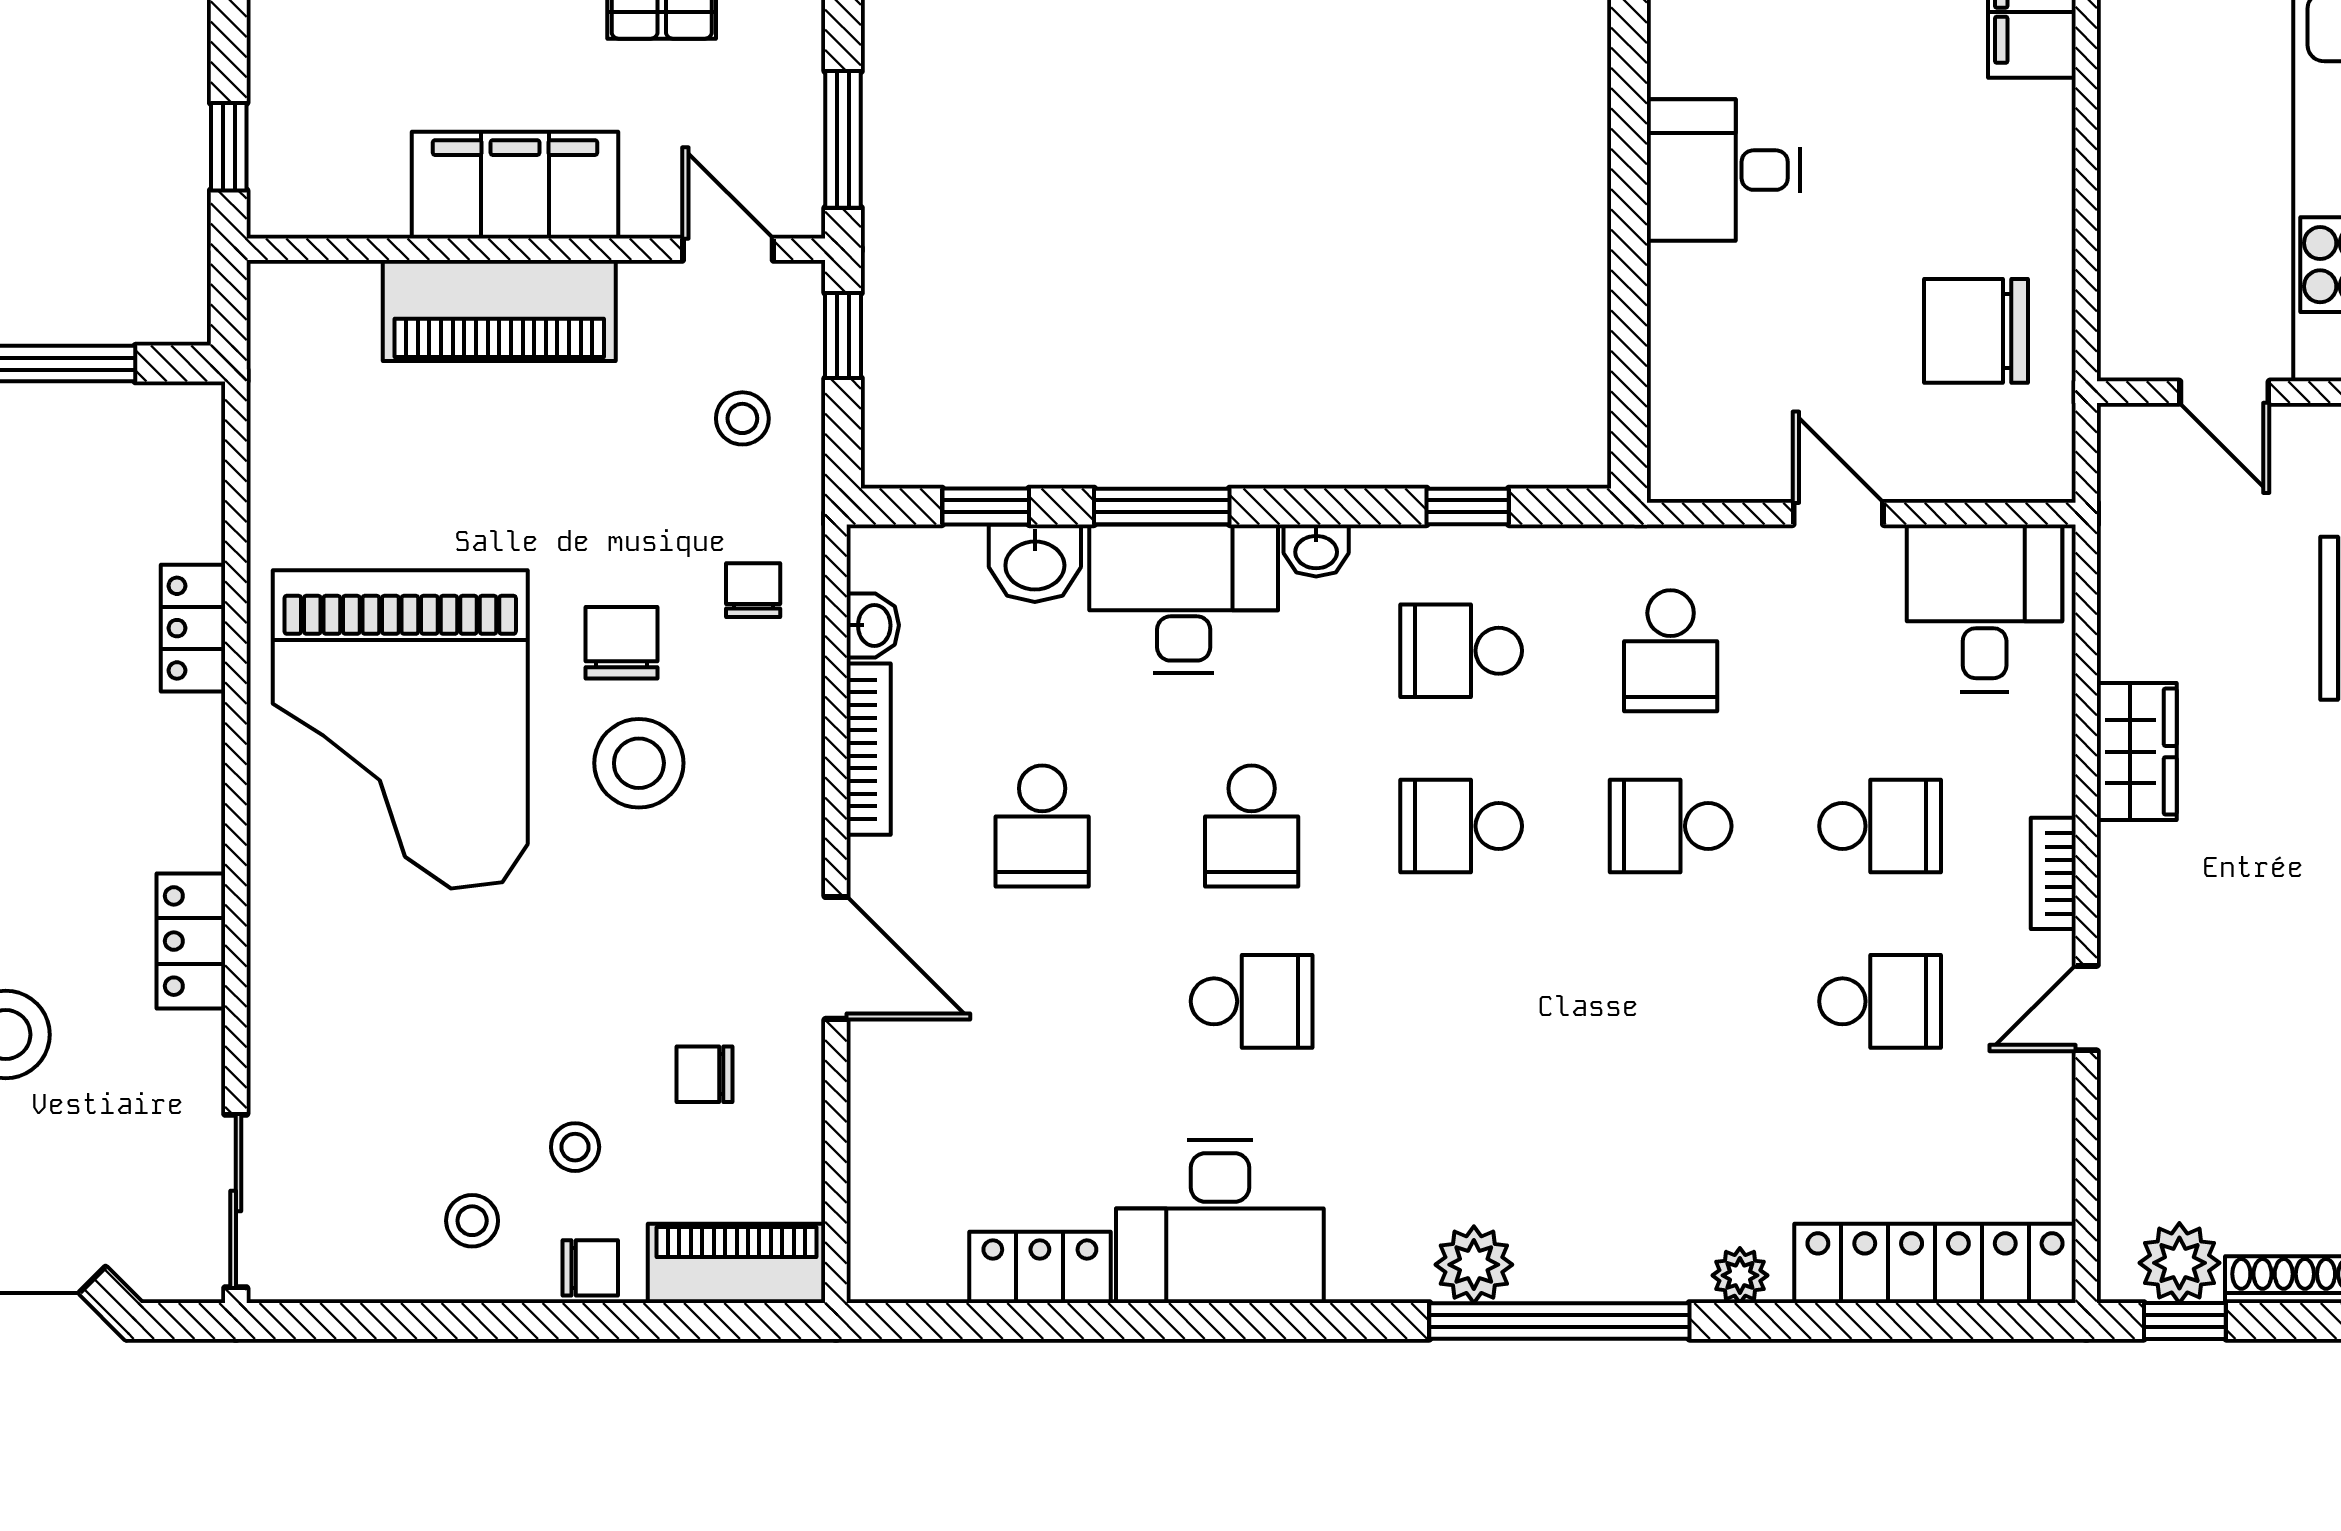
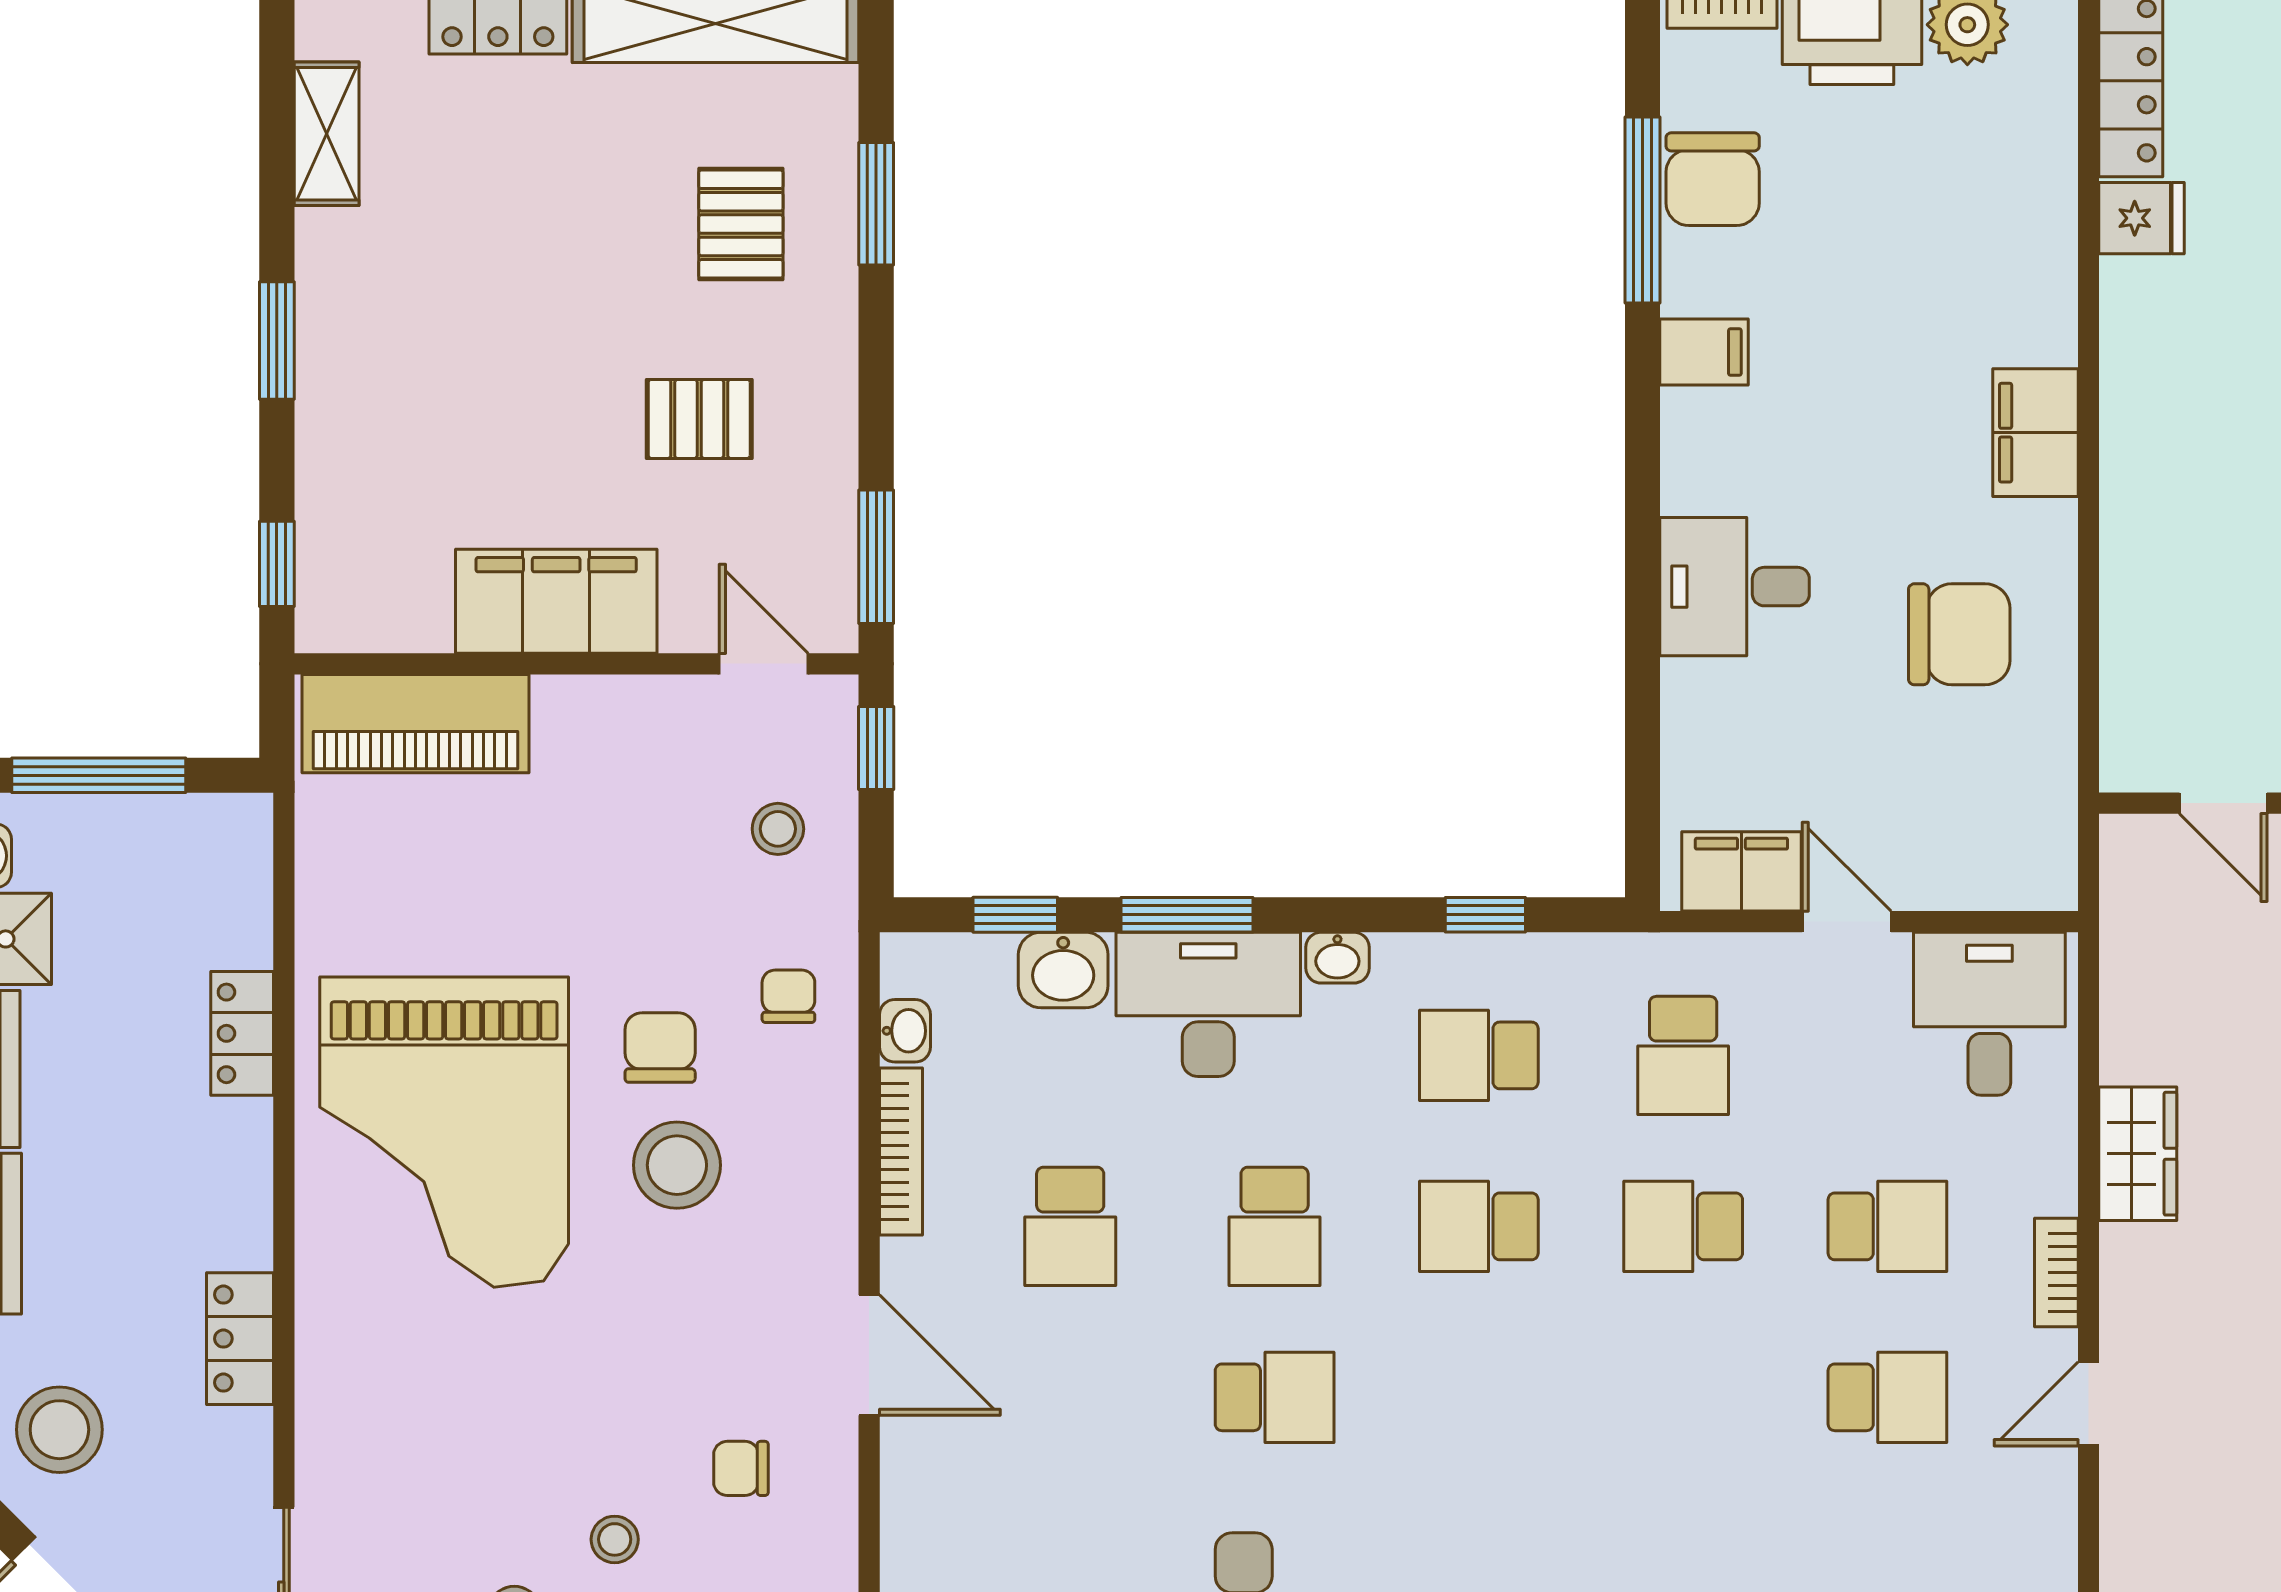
piano: (499, 311) -> (416, 724), moved
chair: (1976, 331) -> (1959, 634), moved, turned 180
filing cabinet: (1730, 462) -> (1741, 871), added

